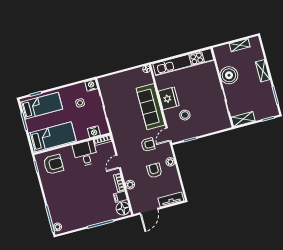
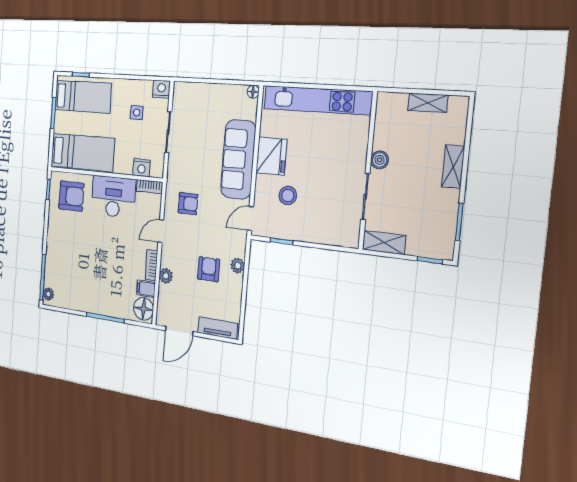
boiler: (229, 75) -> (379, 160), width x0.54, depth x0.54
armchair: (148, 145) -> (188, 204), moved
desk: (85, 153) -> (113, 197), width x1.37

